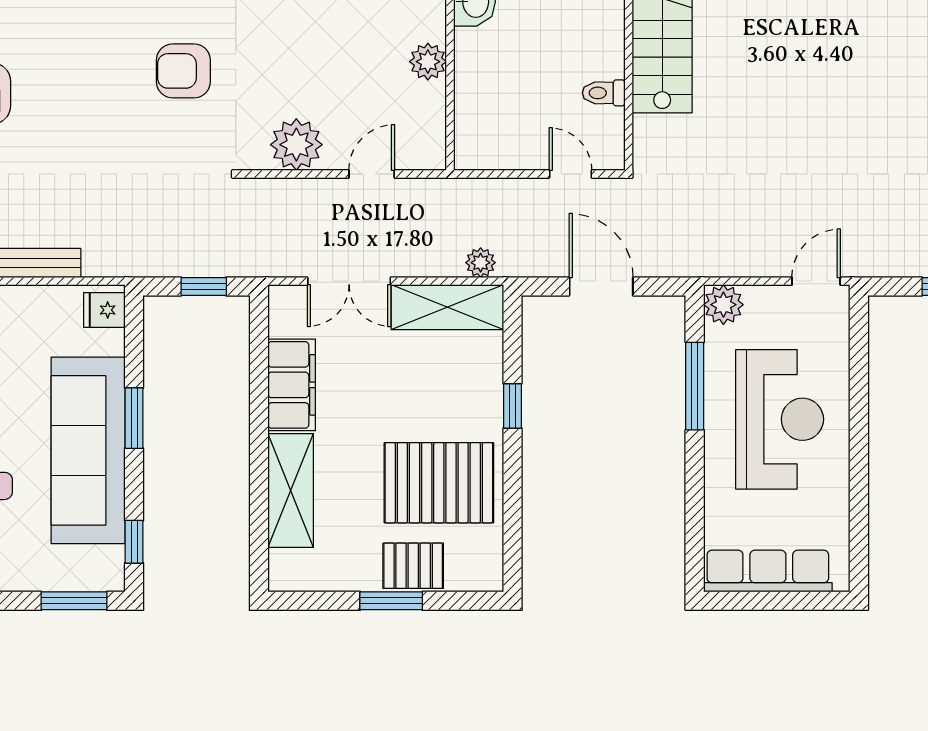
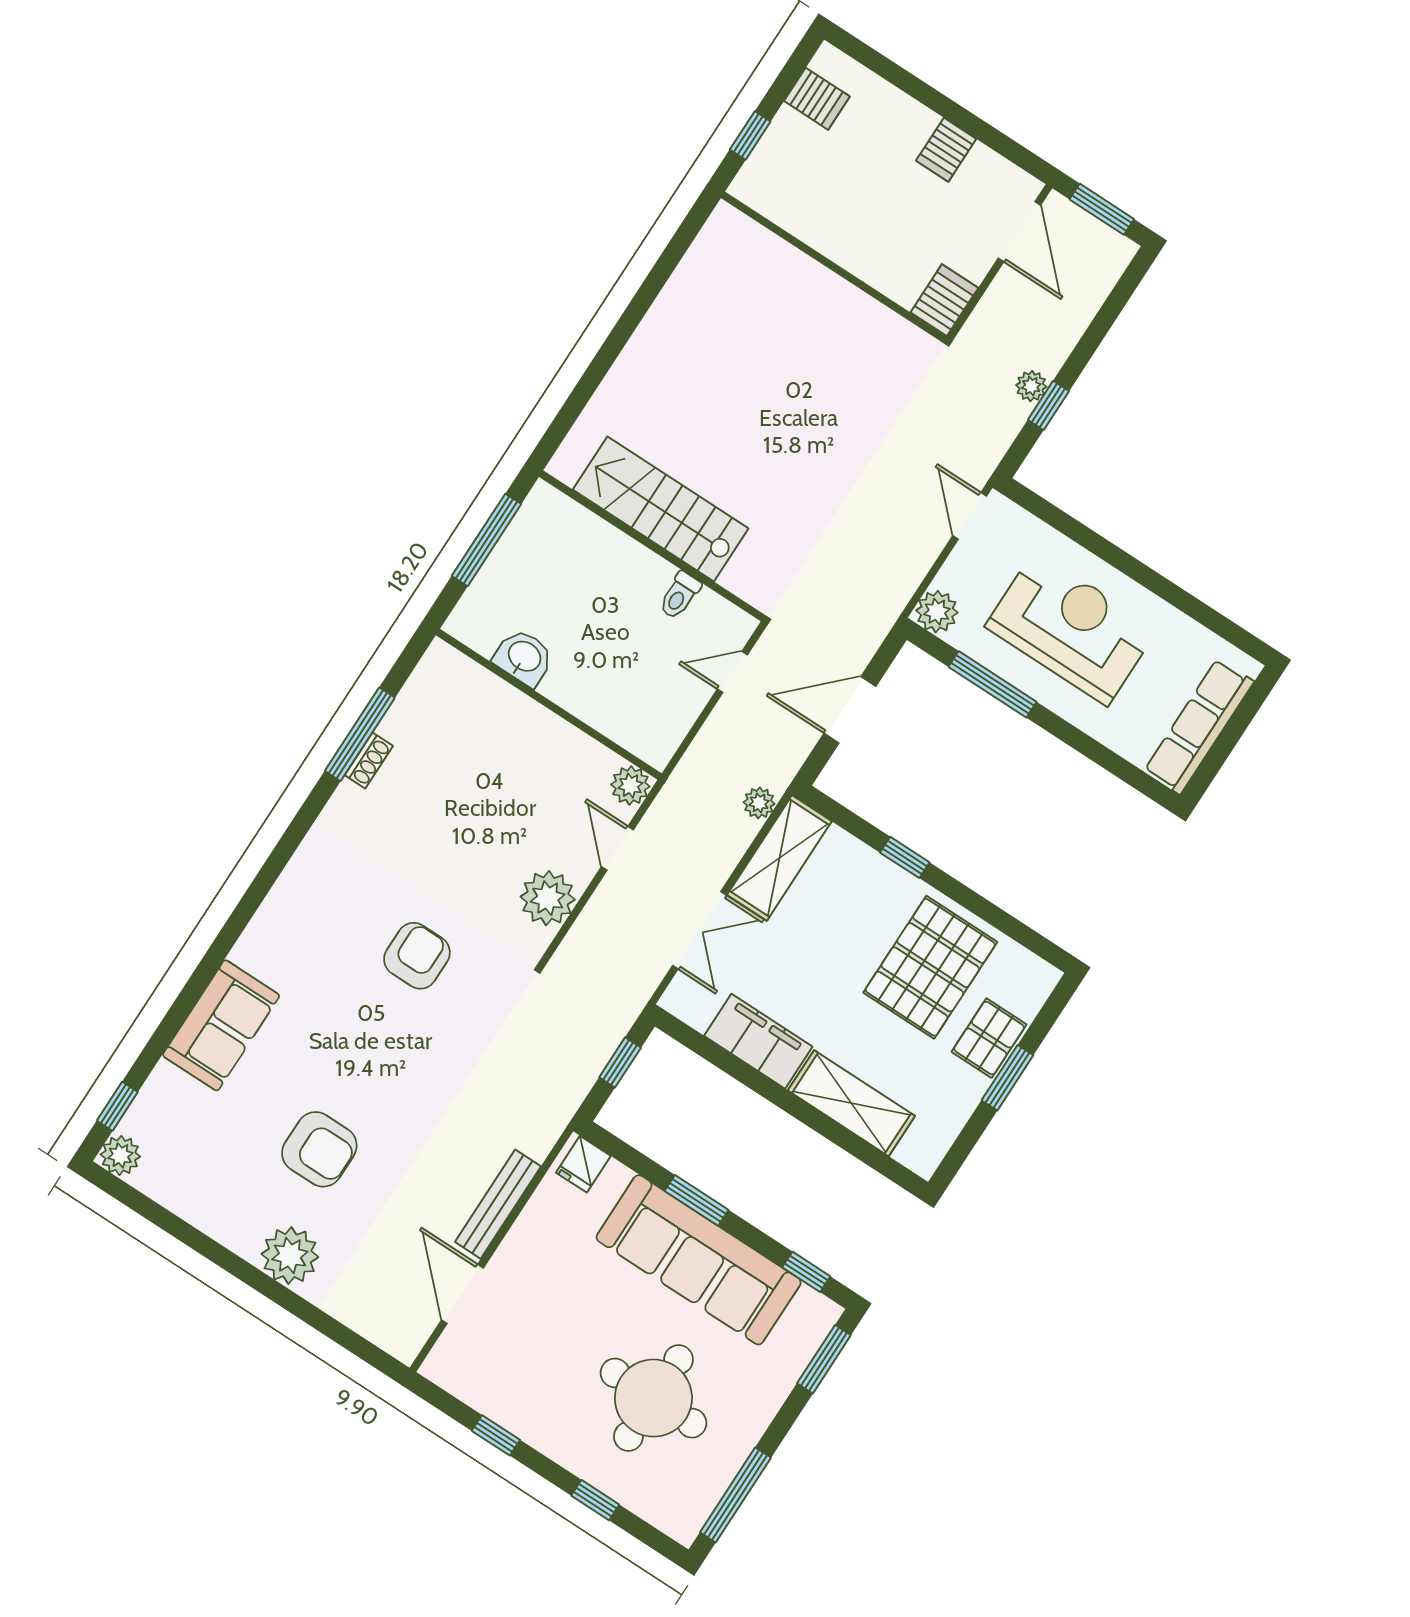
plant: (428, 62) -> (630, 786), moved
armchair: (183, 71) -> (417, 956), turned 180

